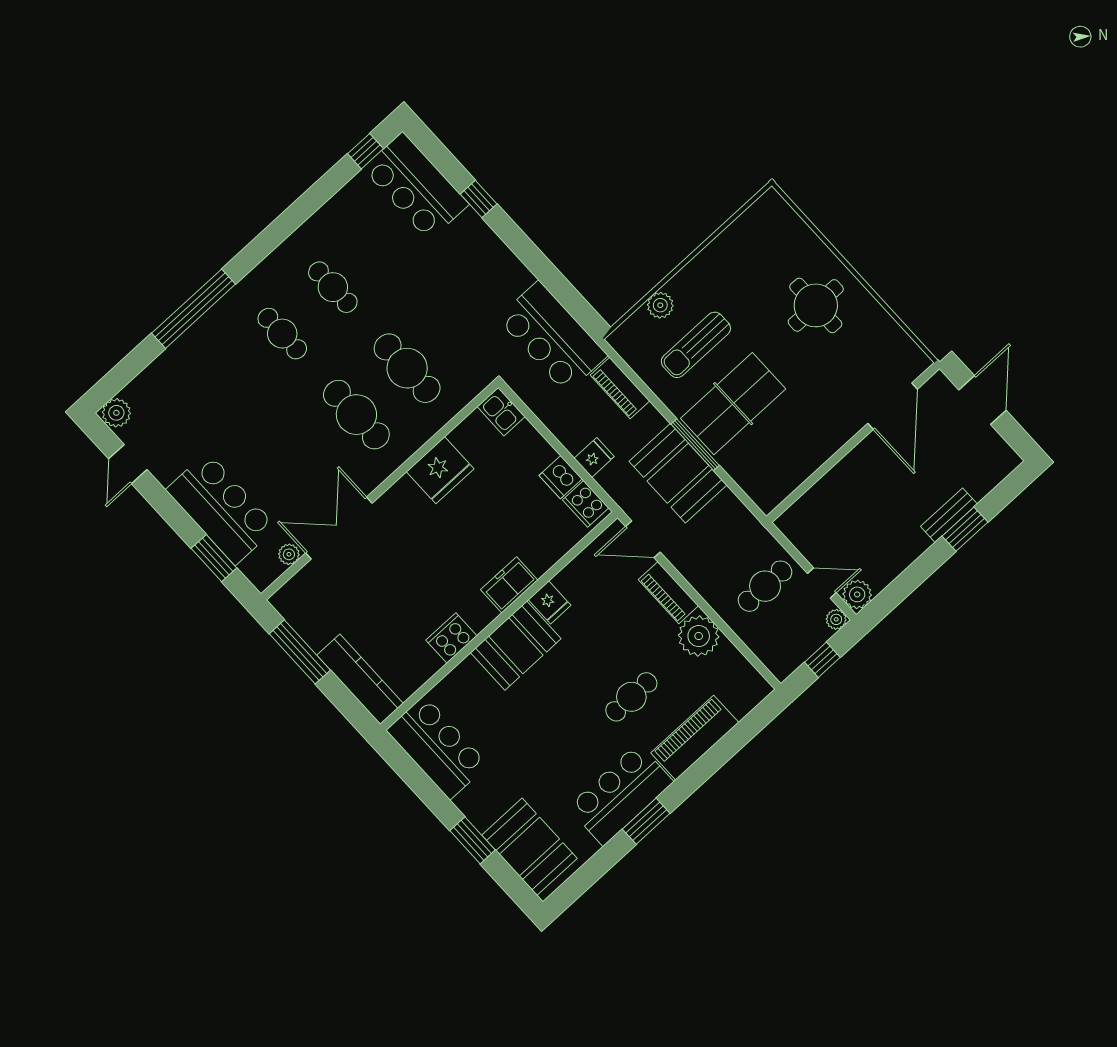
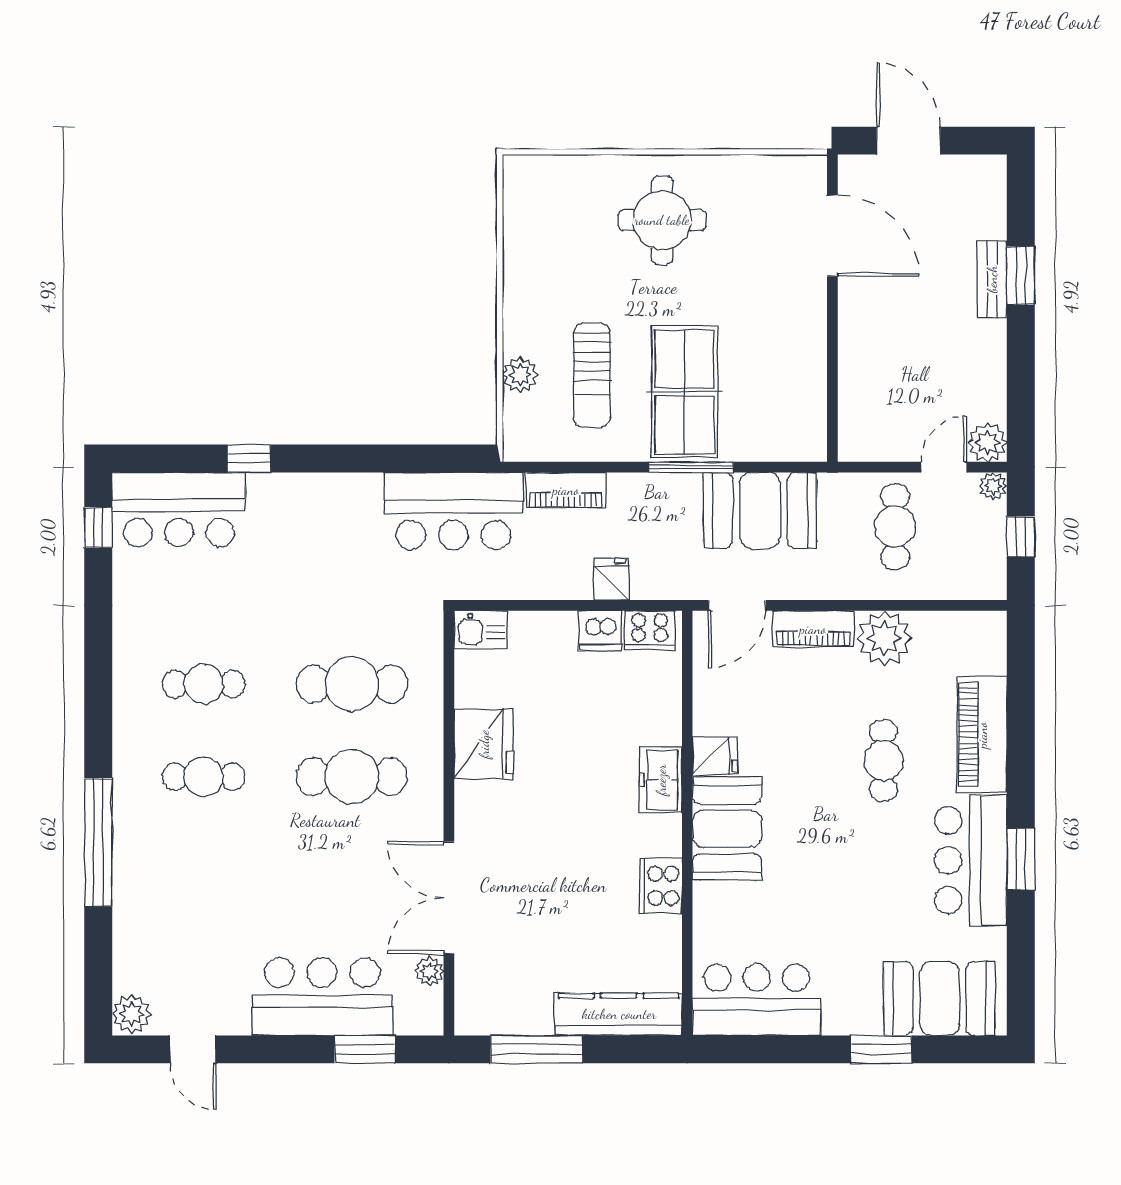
booth: (678, 473) -> (760, 510), moved

